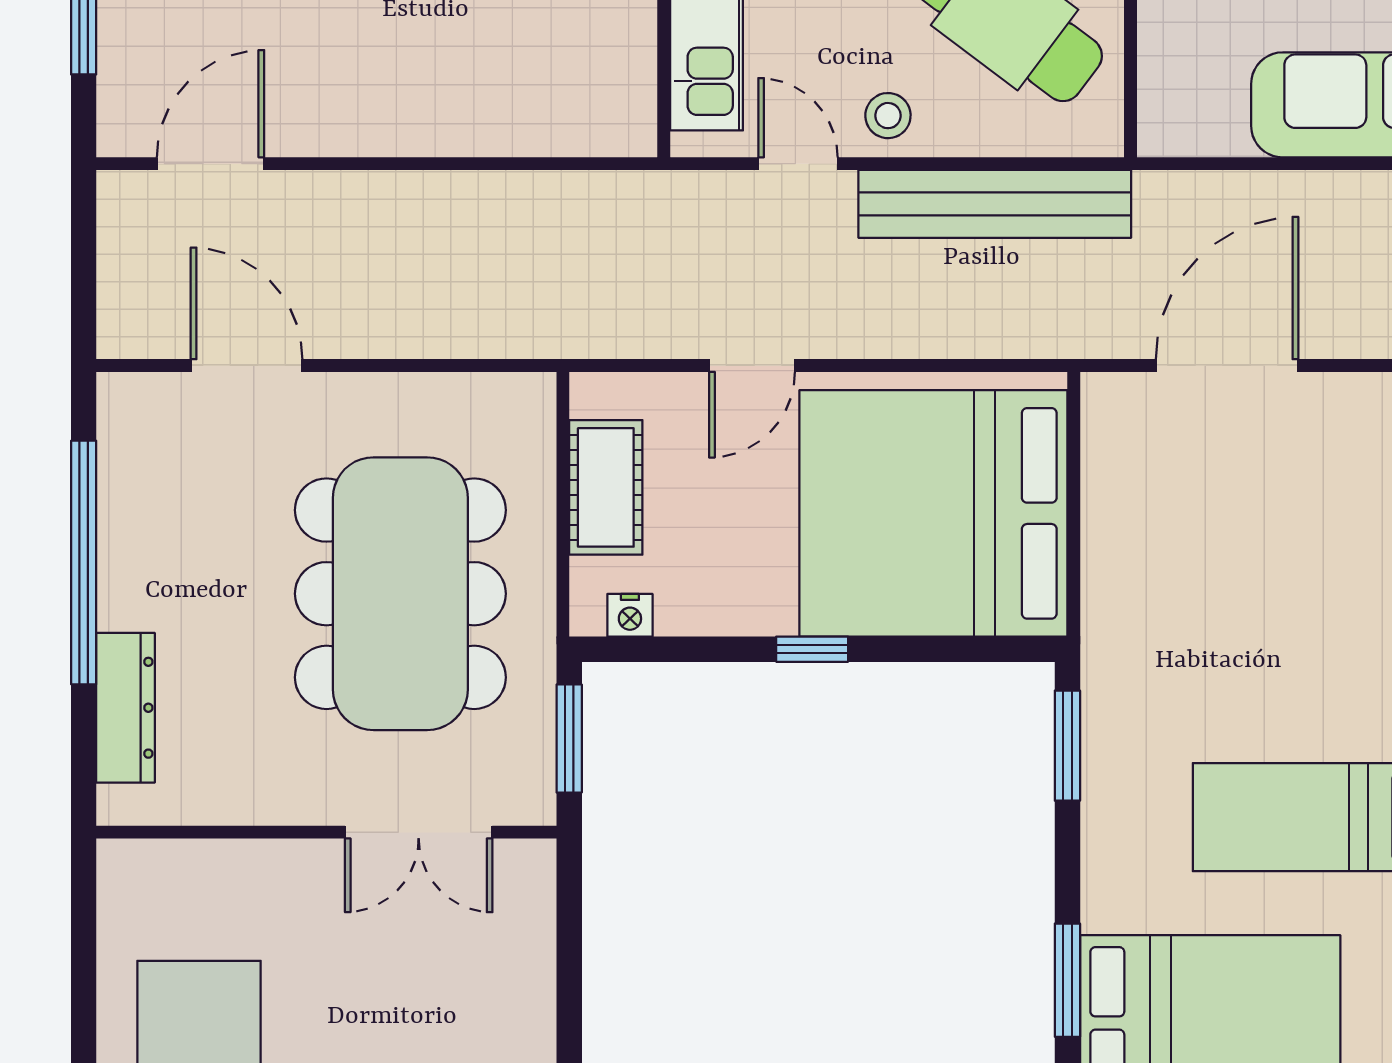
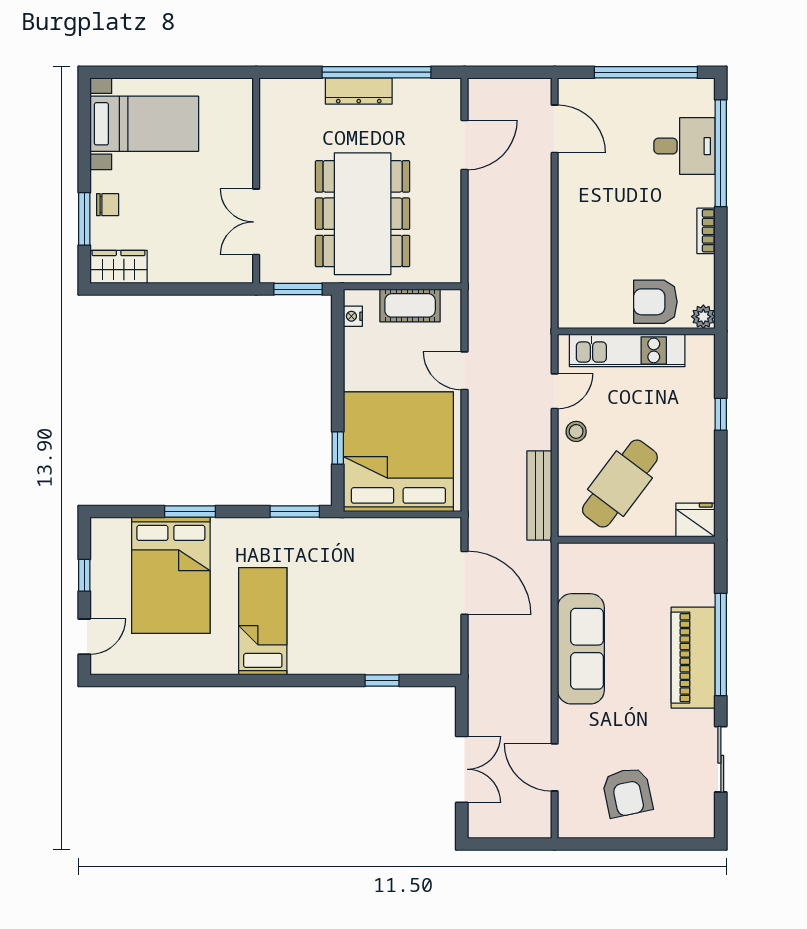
bench: (995, 204) -> (539, 495), width x0.73, depth x0.82
dining table: (400, 594) -> (363, 214), turned 90
window: (812, 649) -> (338, 448), moved
dresser: (126, 708) -> (359, 91), moved

